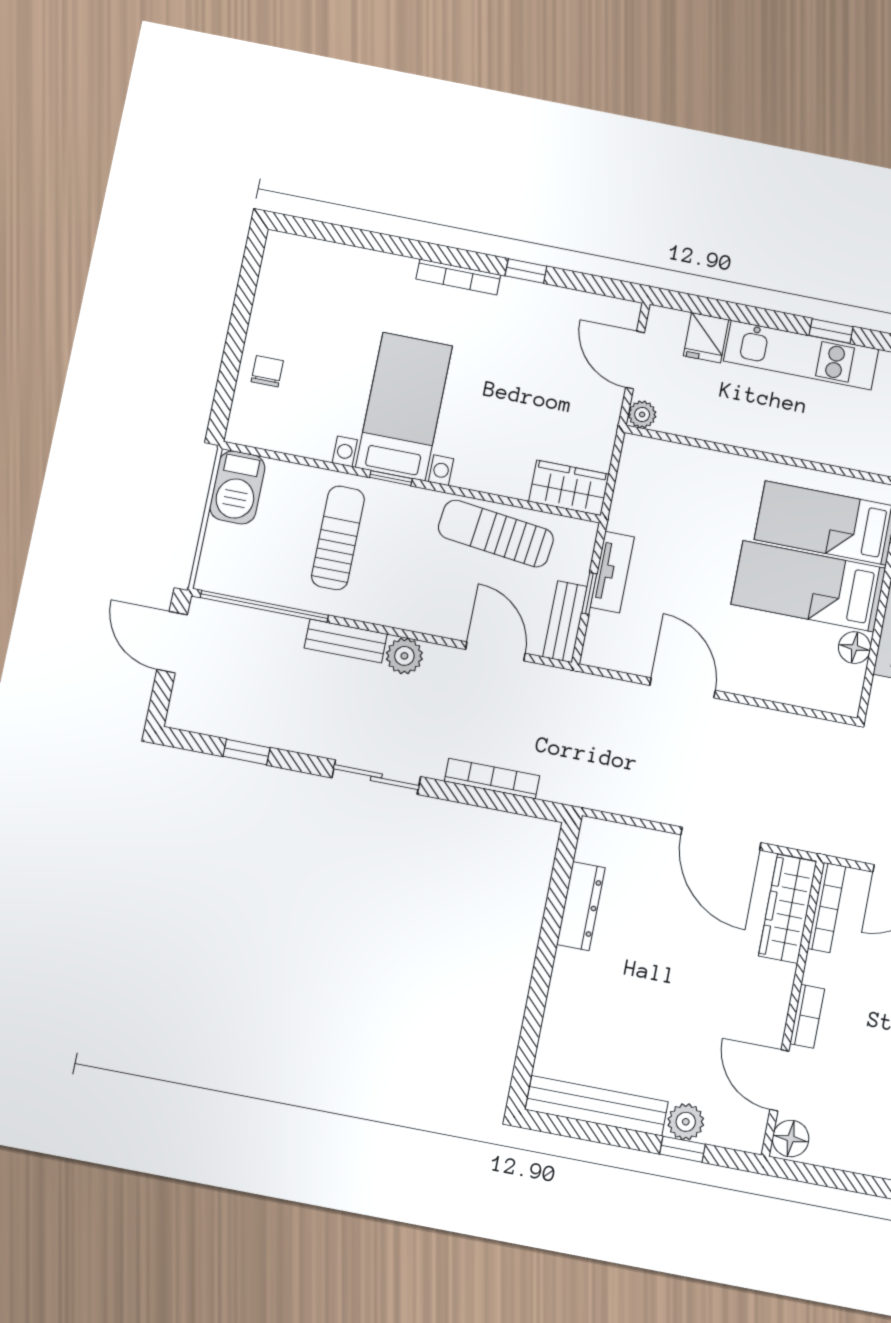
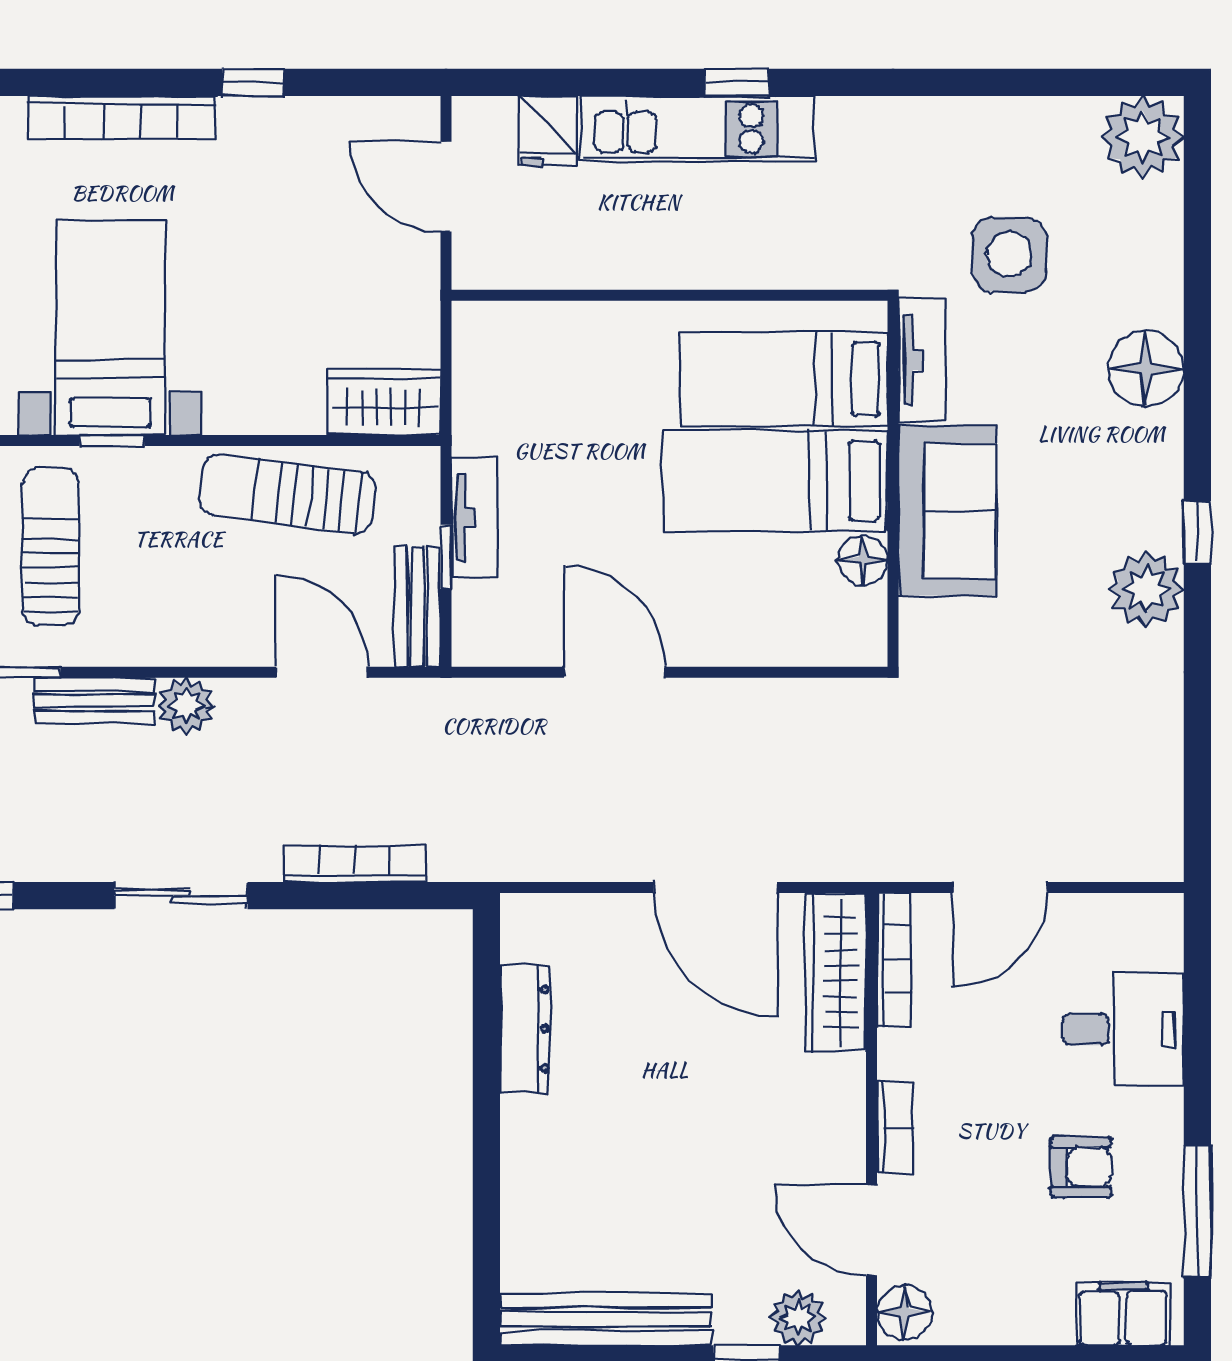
bookcase: (458, 277) -> (122, 117), width x1.48, depth x1.31
plant: (642, 414) -> (473, 268), removed
plant: (686, 1122) -> (798, 1318), moved

